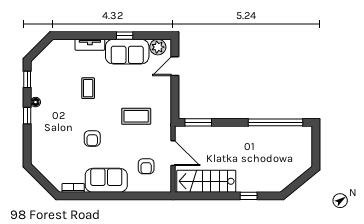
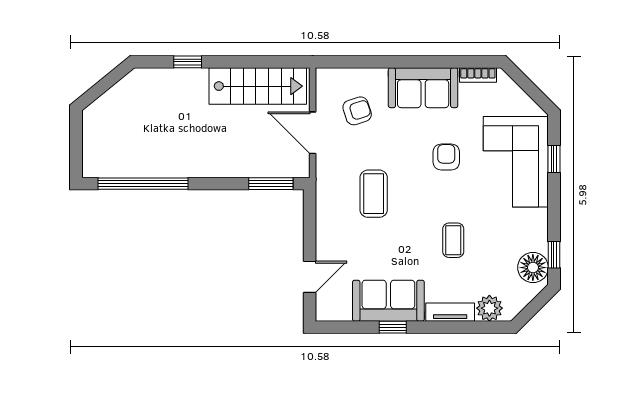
plant: (158, 47) -> (489, 308), moved
floor lamp: (36, 102) -> (533, 268), moved, width x1.89, depth x1.89
window: (27, 116) -> (554, 159), moved
coffee table: (136, 116) -> (374, 194), turned 90
corner sofa: (50, 135) -> (516, 162), added
armchair: (146, 166) -> (357, 111), turned 72

